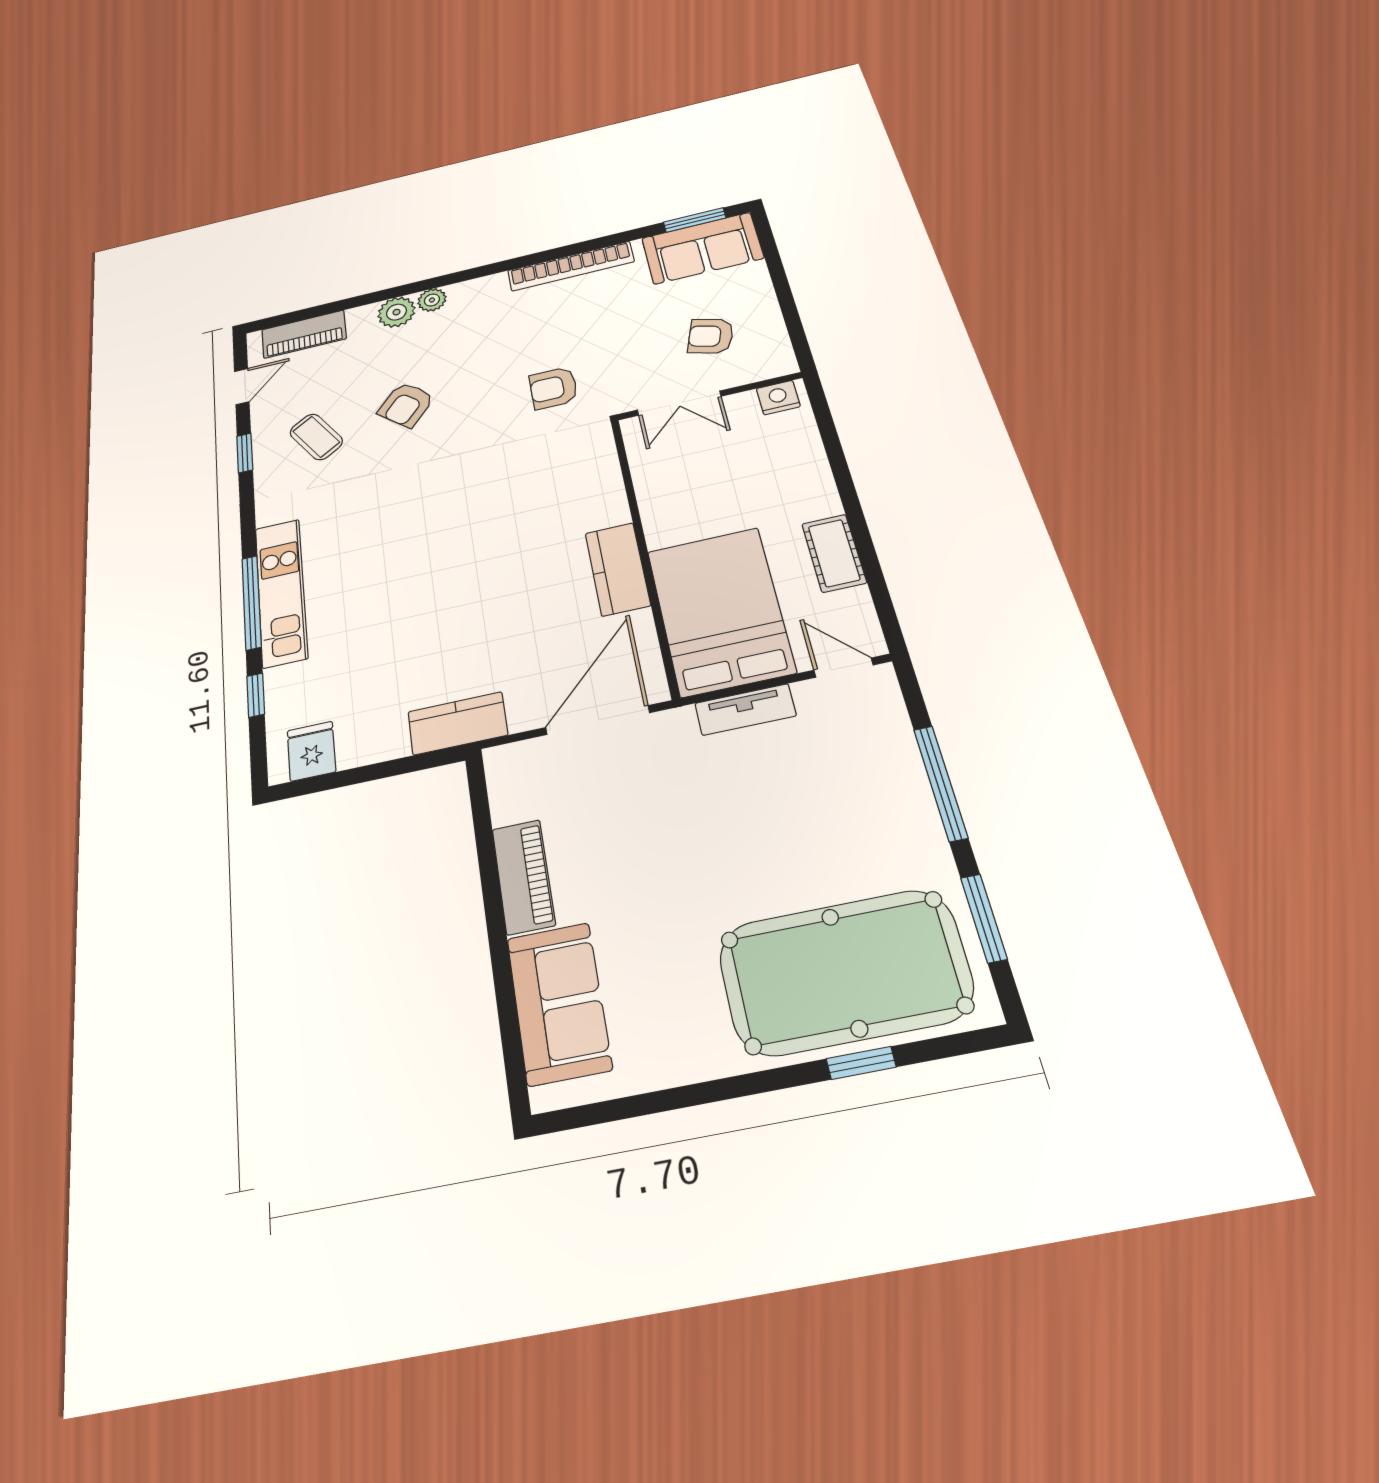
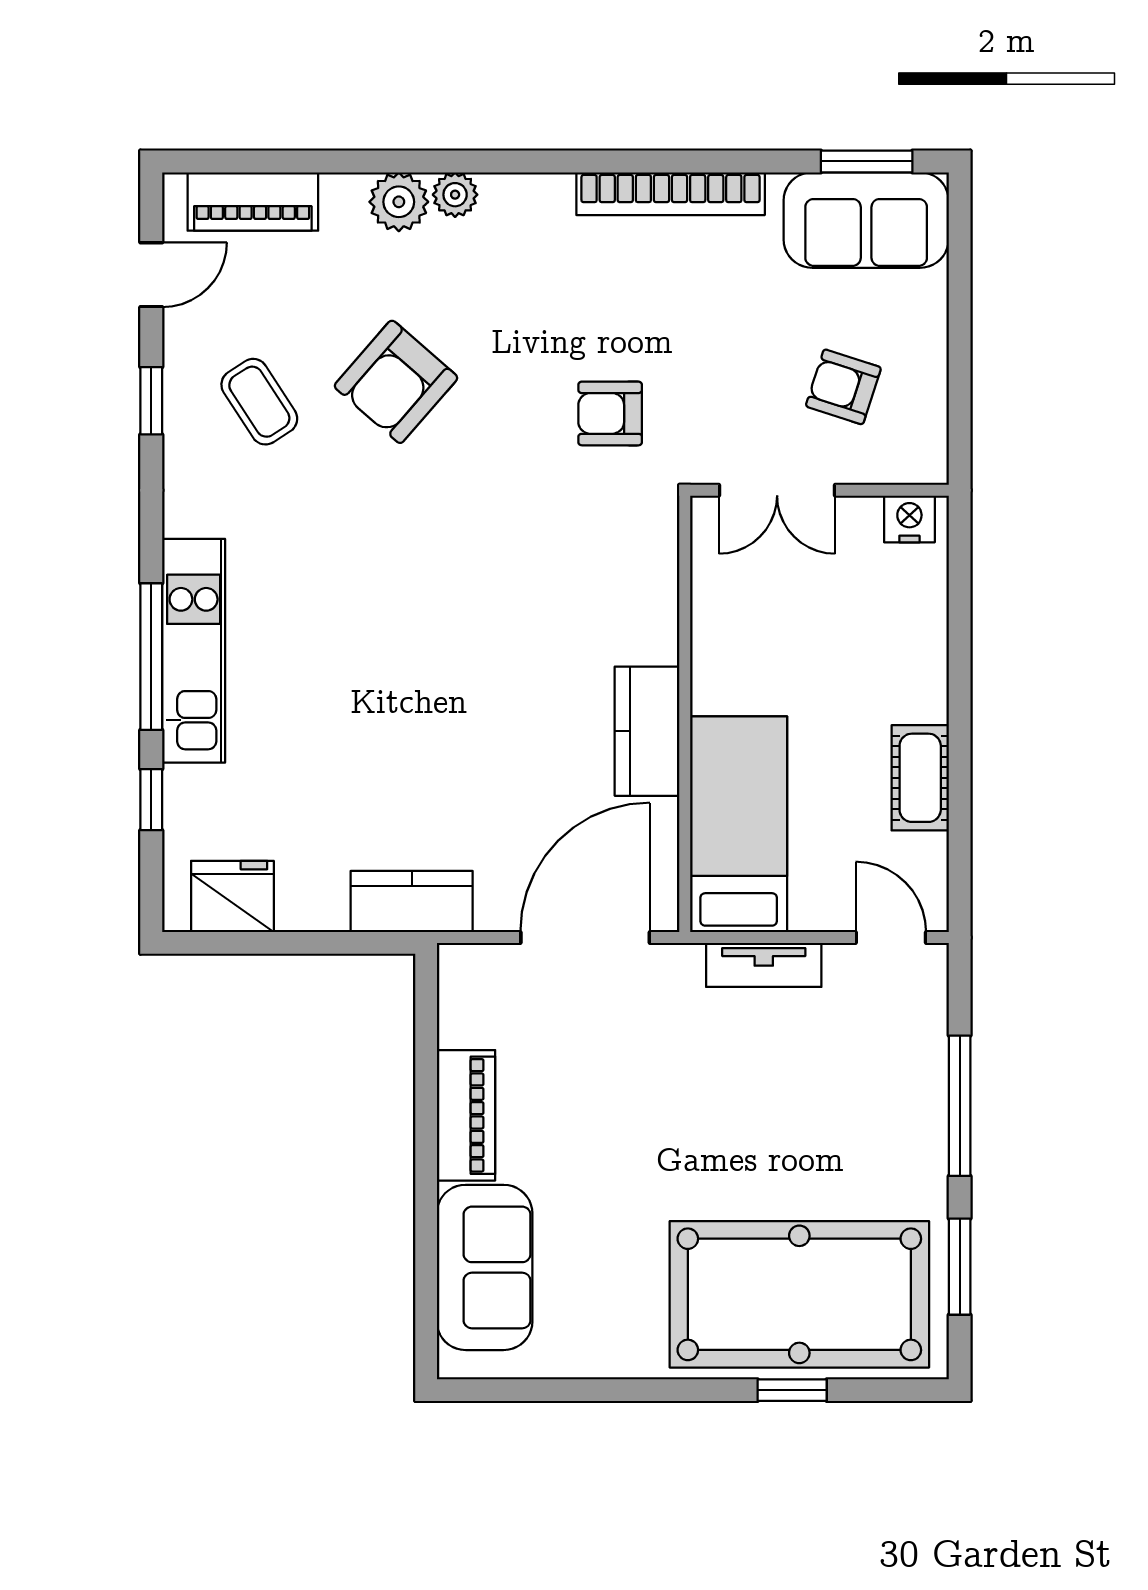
armchair: (406, 405) -> (396, 382), width x1.38, depth x1.38
bed: (720, 611) -> (739, 824), width x0.67
fridge: (311, 751) -> (232, 896), width x1.38

